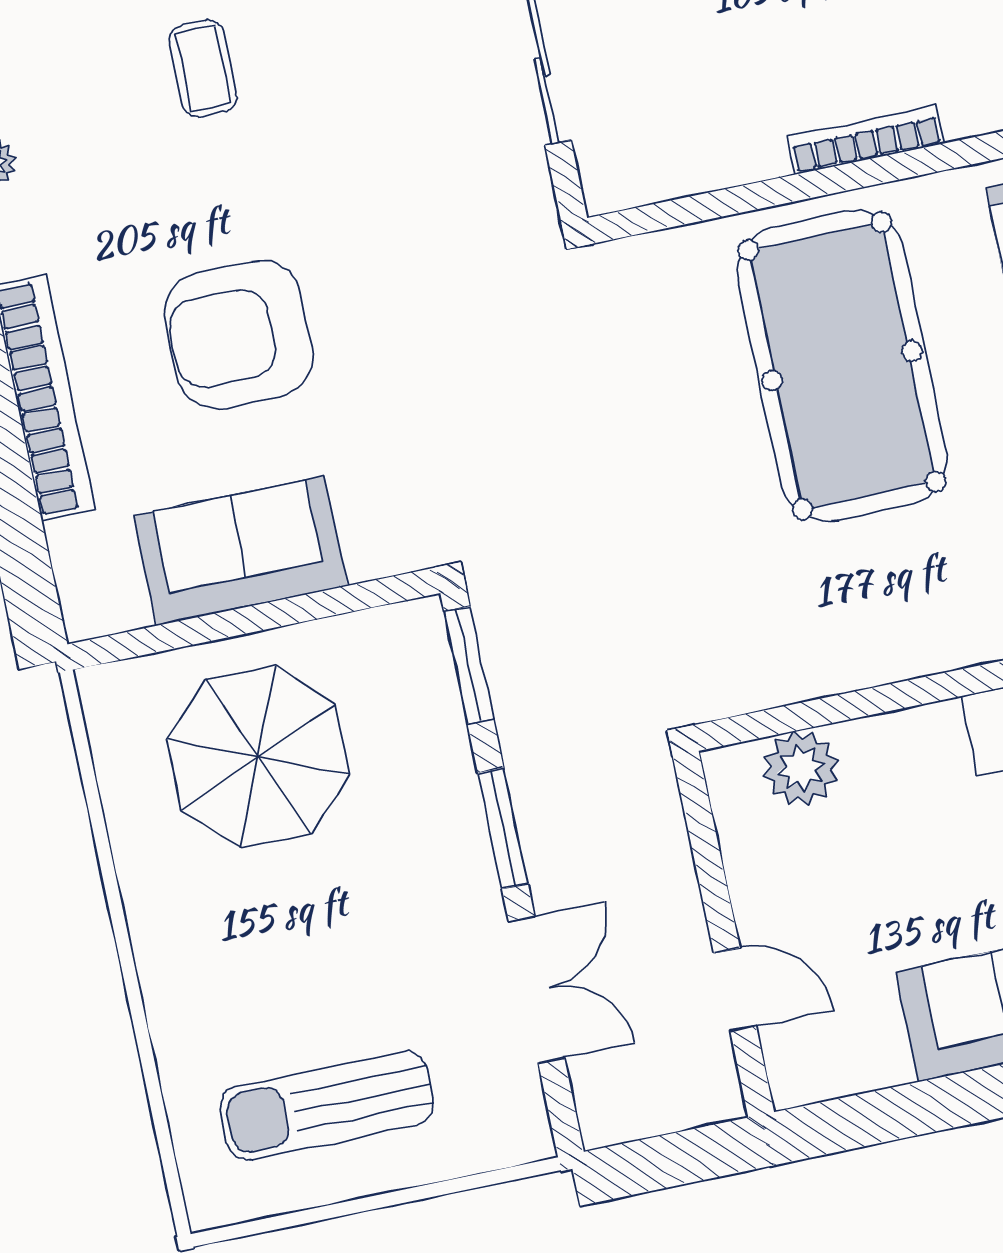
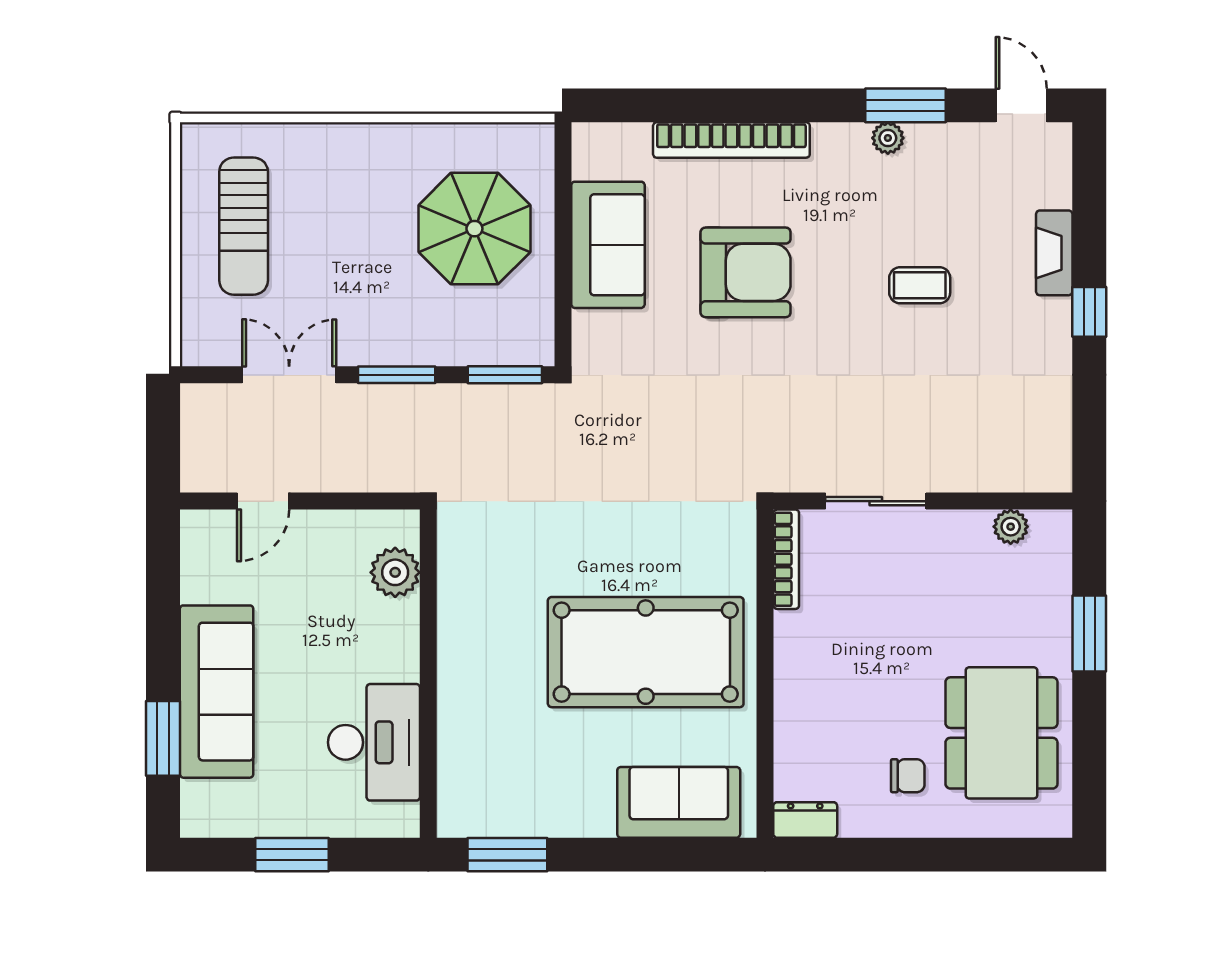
bookcase: (866, 140) -> (786, 559), moved
armchair: (239, 335) -> (746, 272), turned 90
double door: (537, 990) -> (289, 375), swing flipped
sun lounger: (327, 1106) -> (244, 226), turned 180

